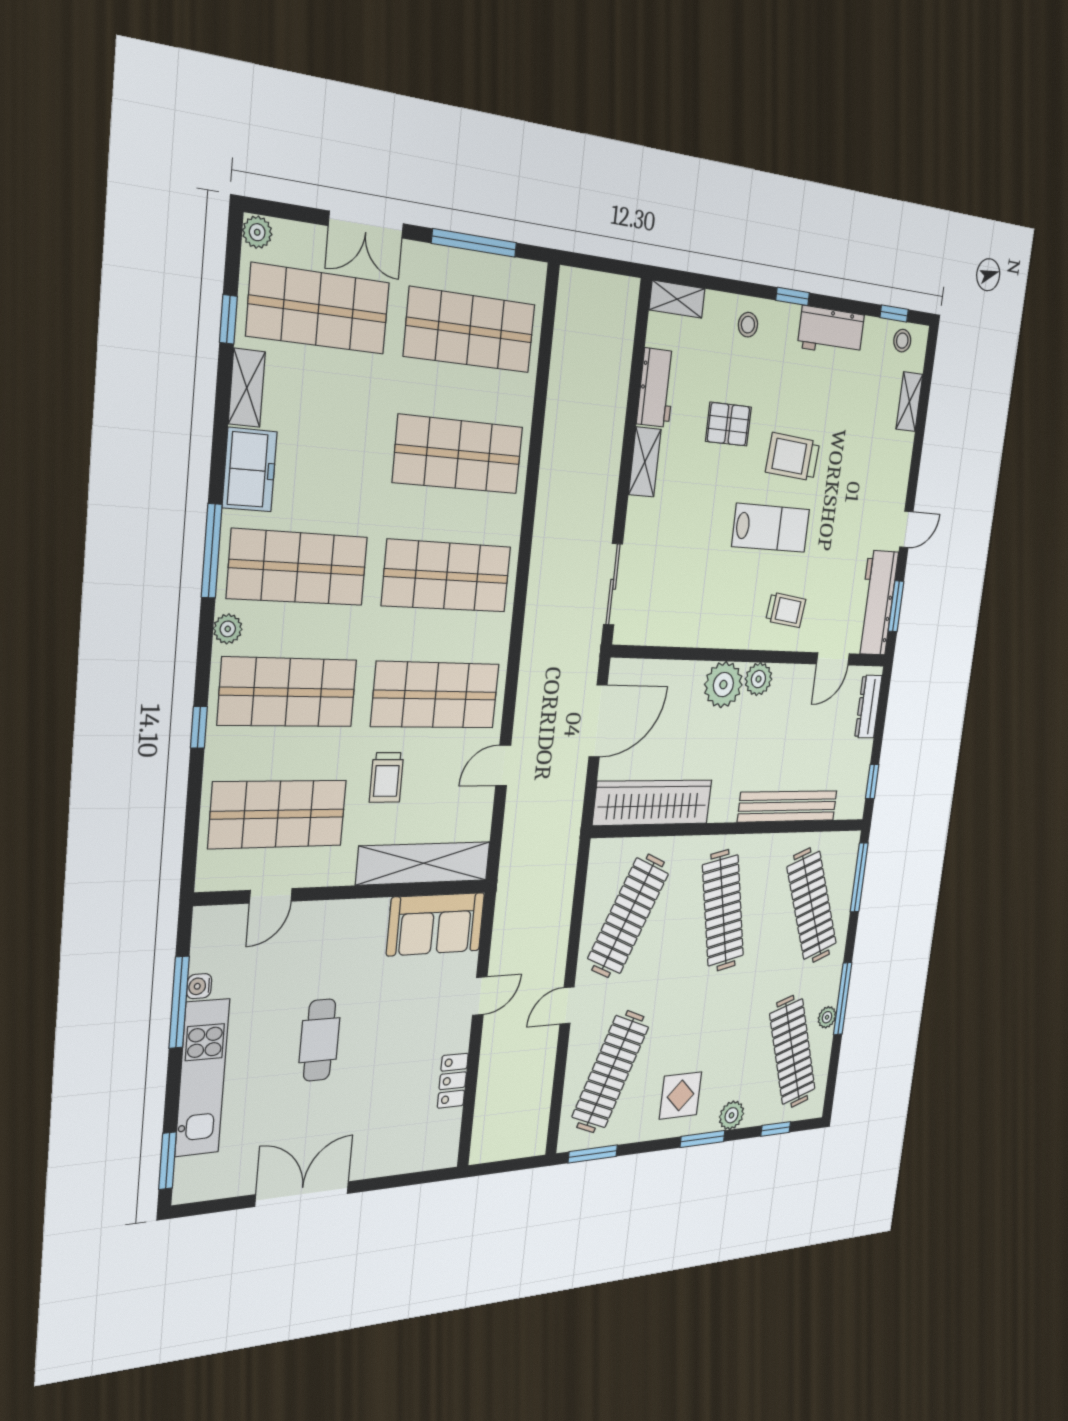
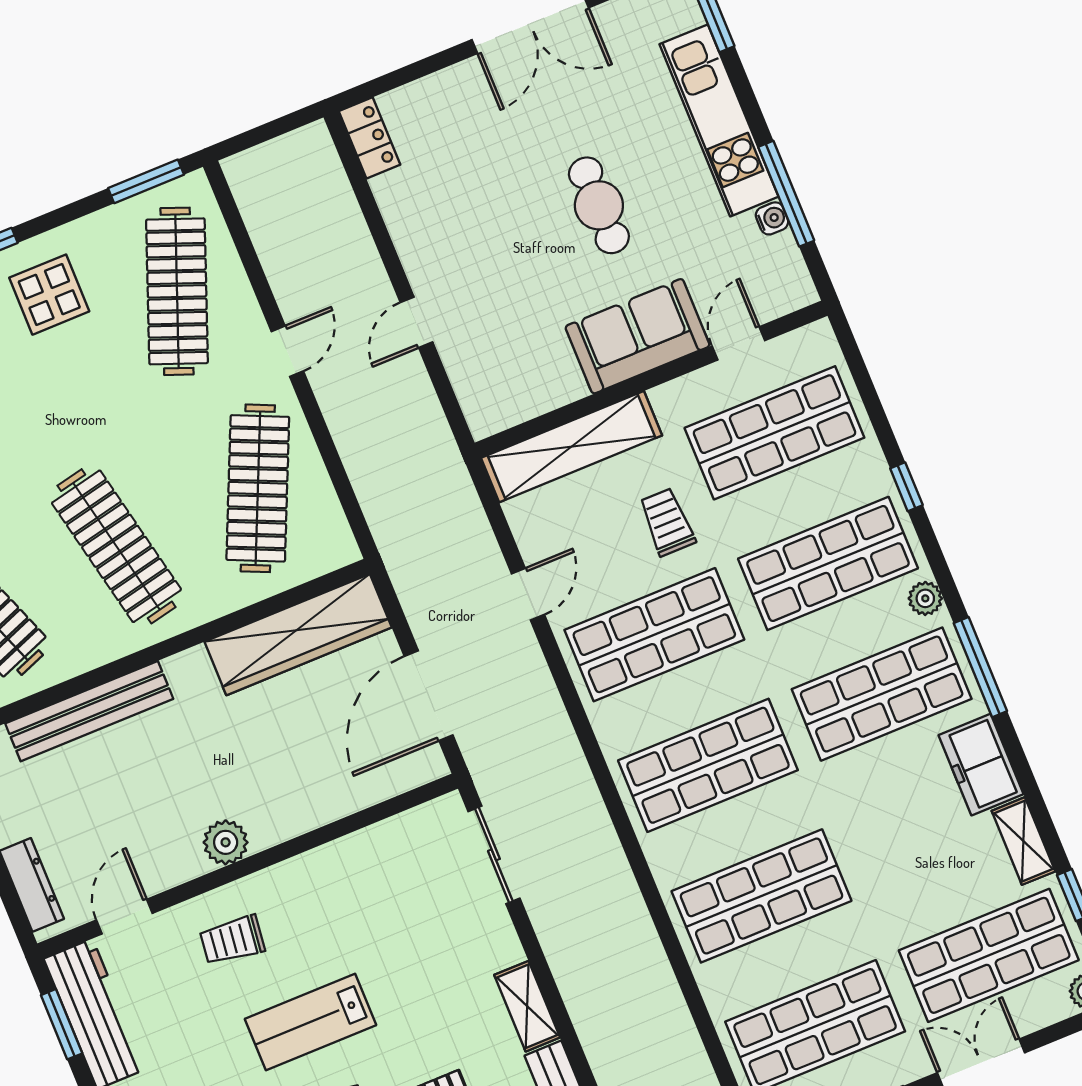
plant: (723, 685) -> (274, 813), removed
sofa: (436, 924) -> (637, 336), moved
locker: (453, 1081) -> (370, 138), moved

